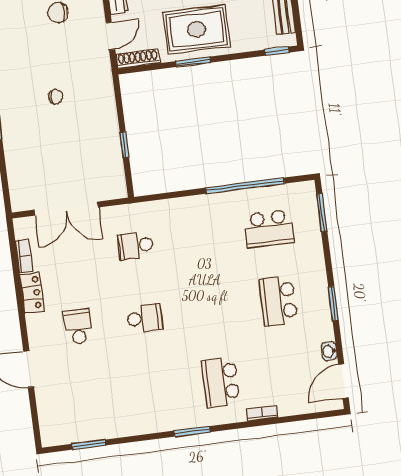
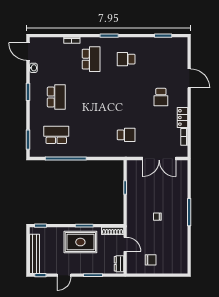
door: (110, 36) -> (125, 244), swing flipped
double door: (66, 209) -> (159, 158), swing flipped
school desk: (145, 318) -> (126, 59), moved
door: (343, 381) -> (28, 51), swing flipped

